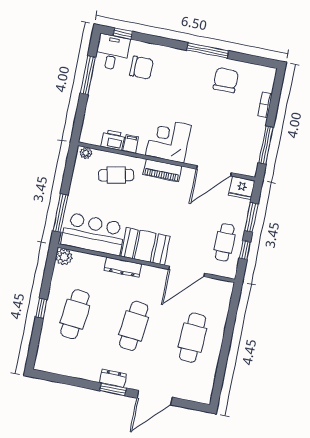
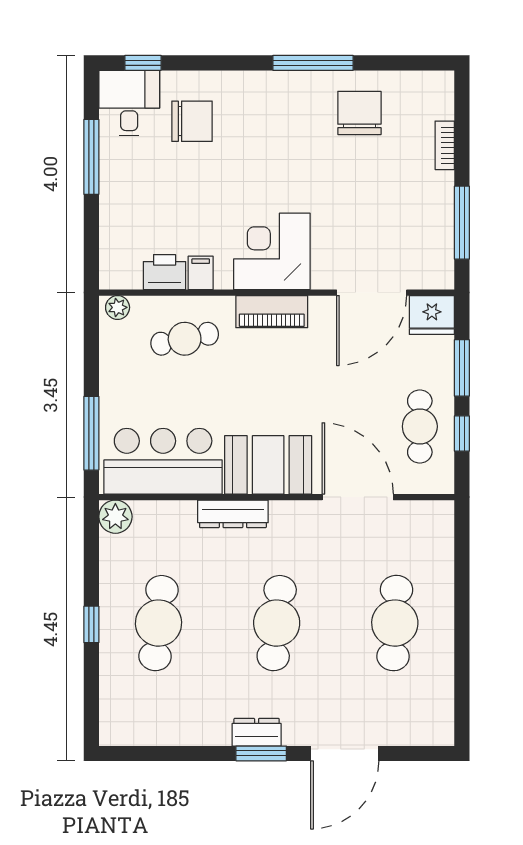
door: (187, 271) -> (358, 497), swing flipped

